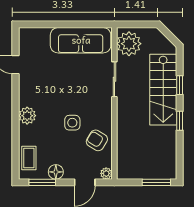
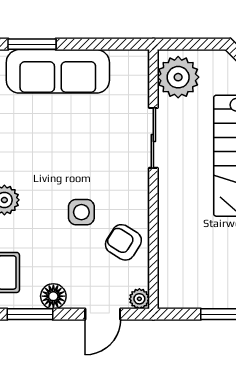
window: (43, 24) -> (32, 44), added
sofa: (81, 40) -> (58, 71), moved

